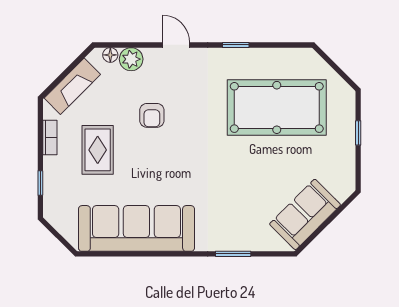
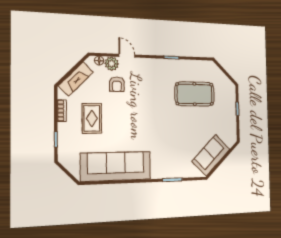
door: (176, 45) -> (127, 56), moved
pool table: (277, 107) -> (195, 94), width x0.73, depth x0.76
armchair: (152, 115) -> (117, 84), moved

